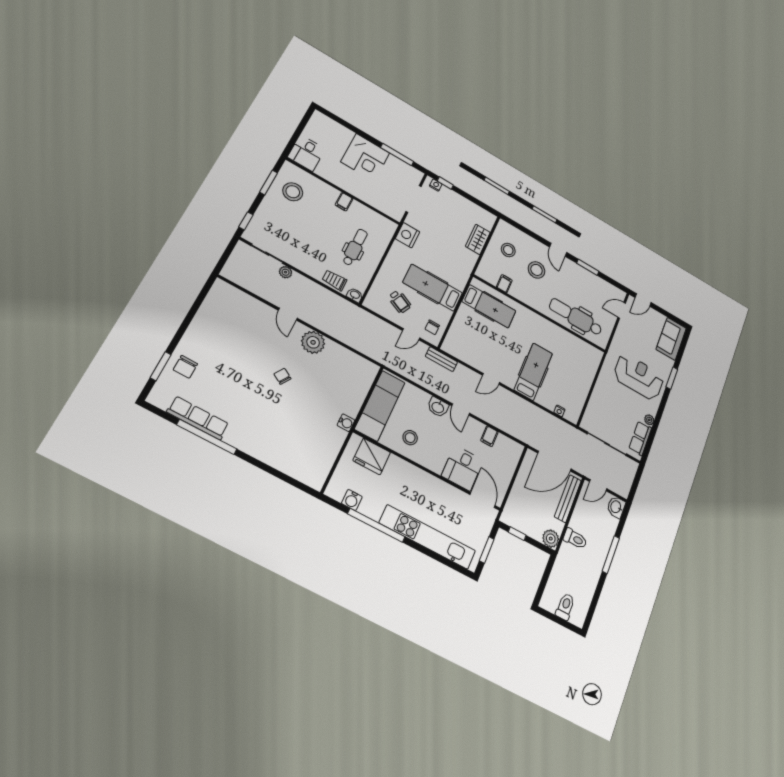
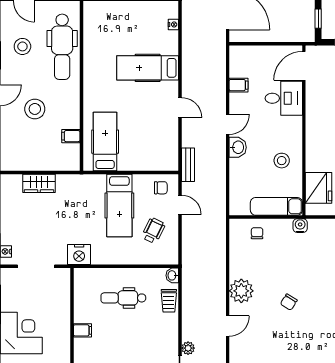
stool: (508, 250) -> (22, 46), moved
chair: (357, 383) -> (257, 233), added
exam couch: (380, 406) -> (276, 206), width x0.73, depth x0.69

